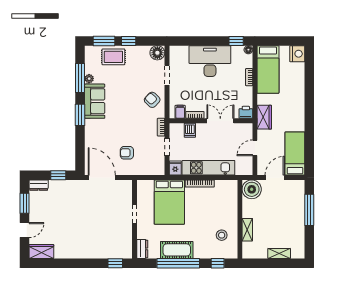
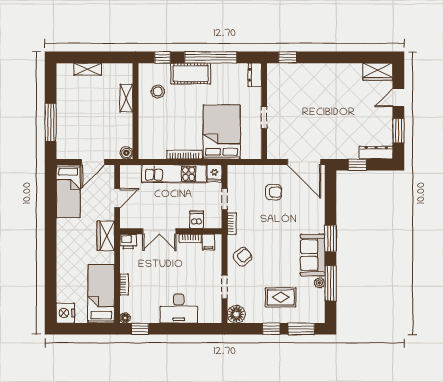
rug: (113, 57) -> (281, 297), moved
desk: (210, 61) -> (179, 309), width x0.73, depth x0.77
armchair: (152, 100) -> (243, 257), turned -83
dresser: (39, 185) -> (376, 153), width x1.44
boiler: (252, 189) -> (126, 153), width x0.54, depth x0.54
cot: (177, 250) -> (191, 74), moved

